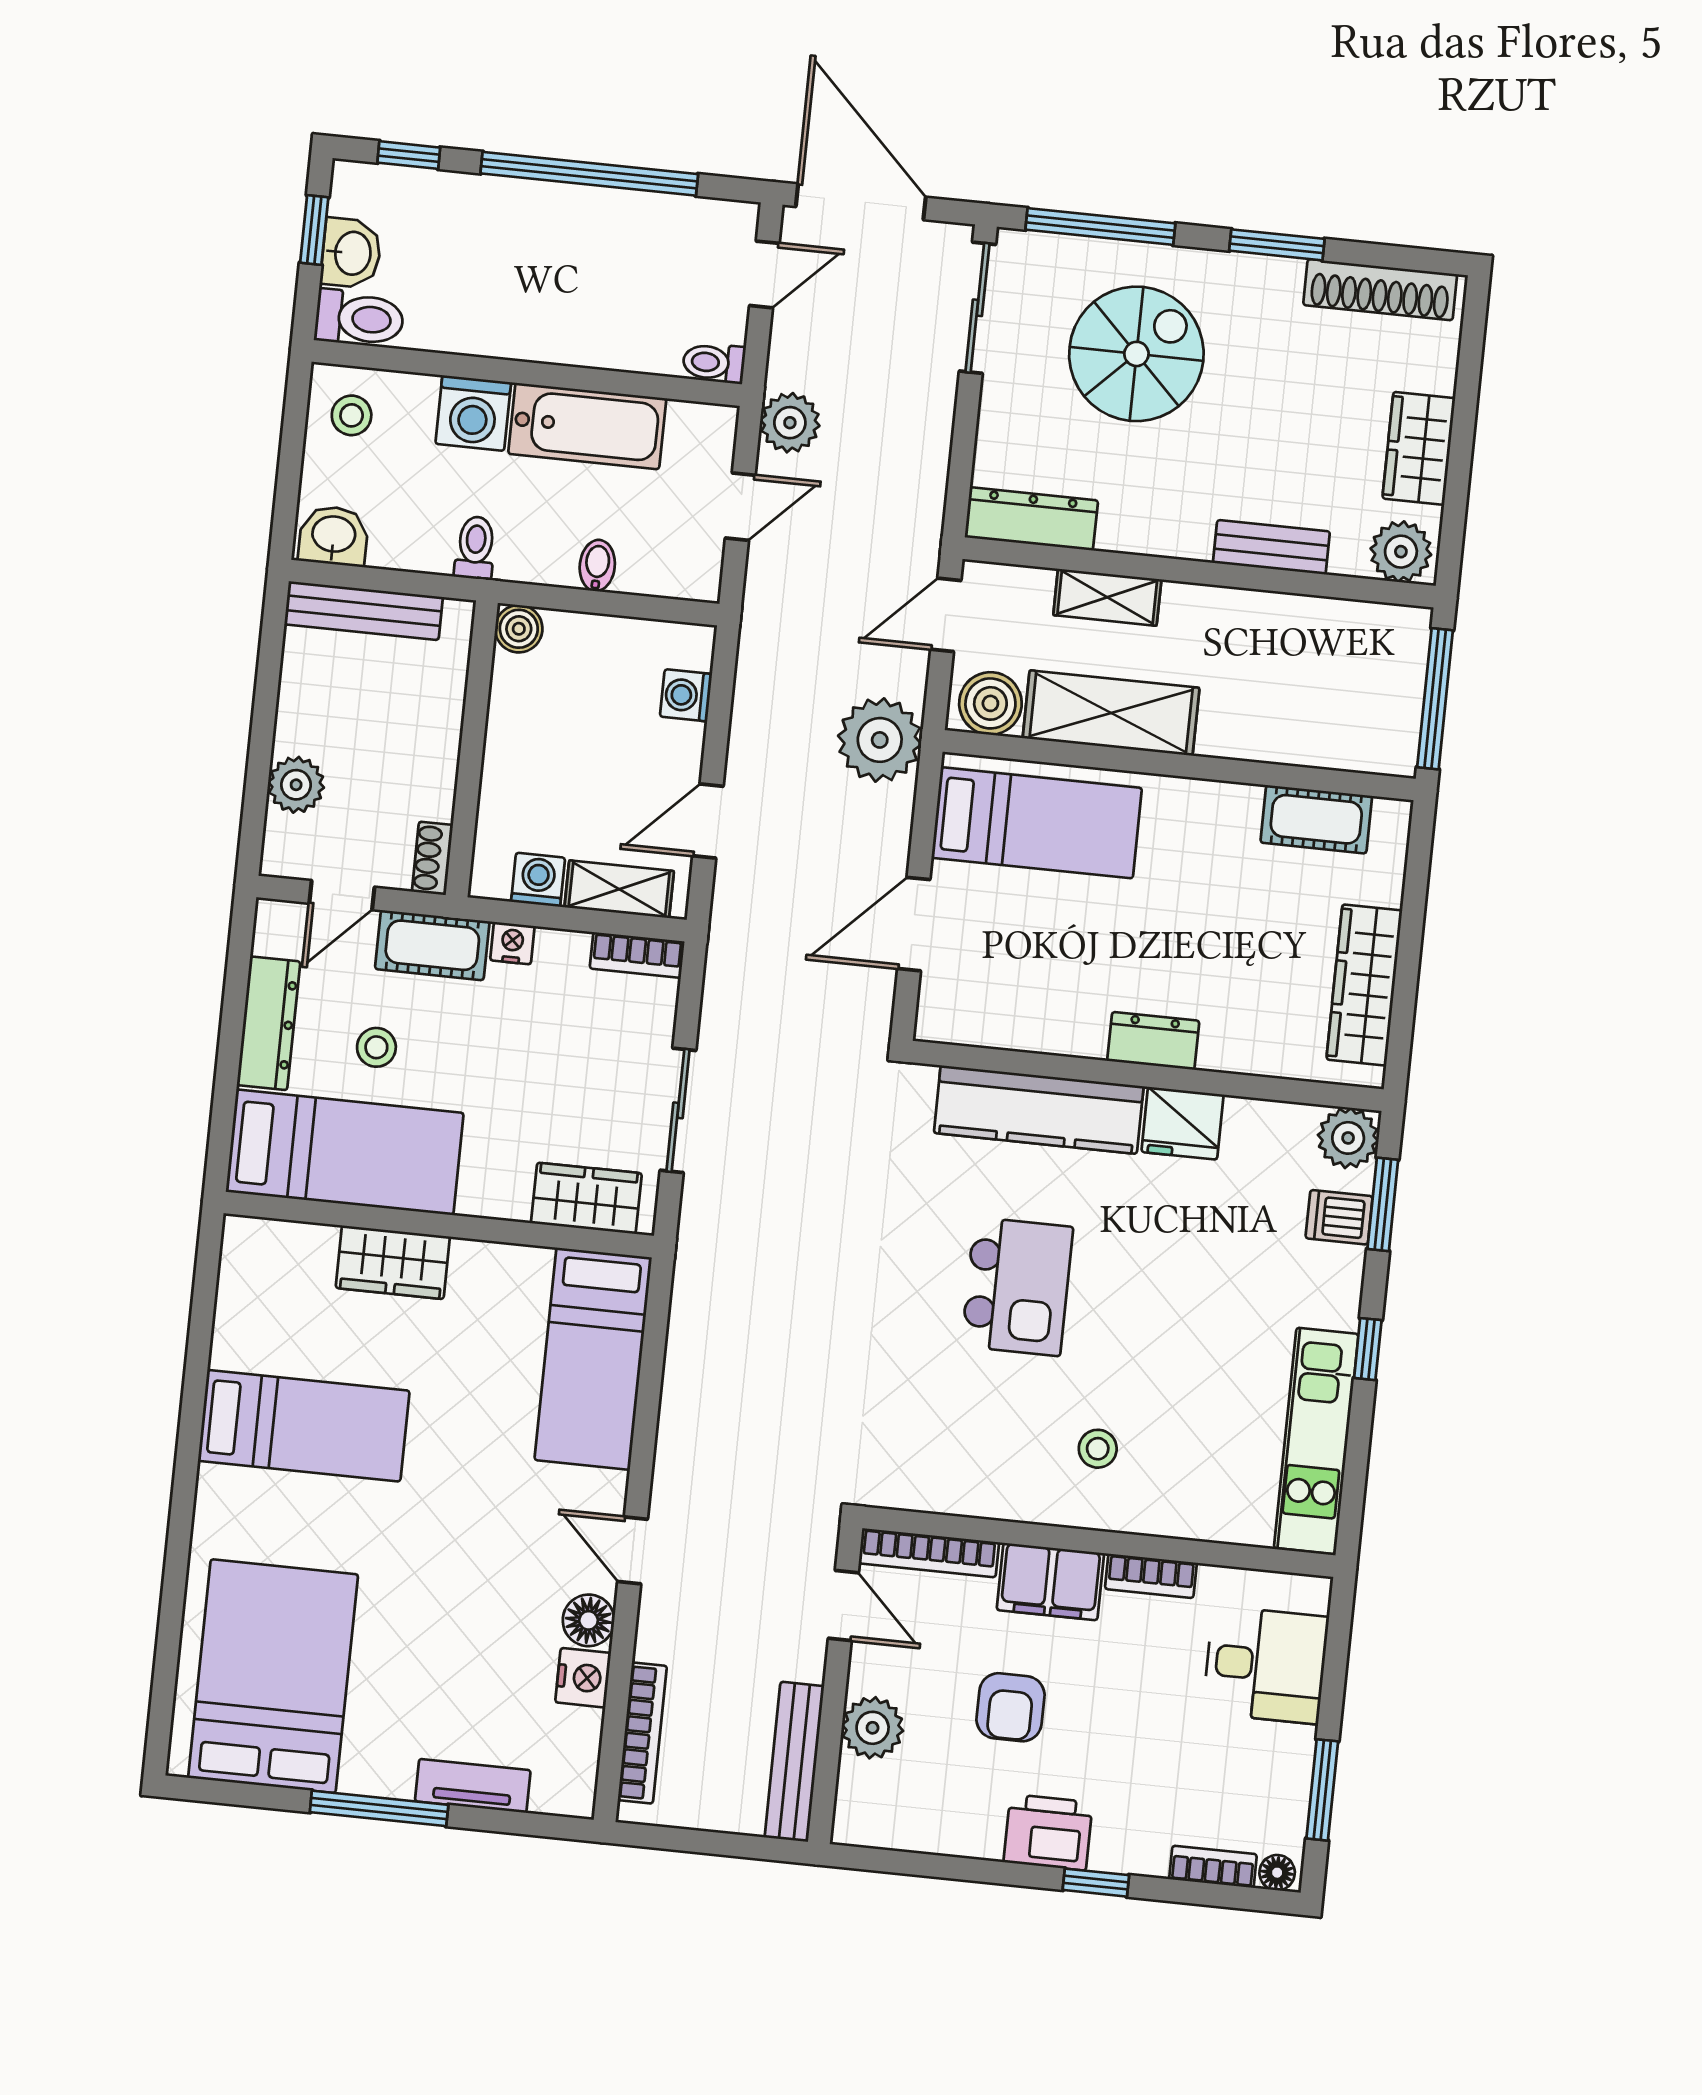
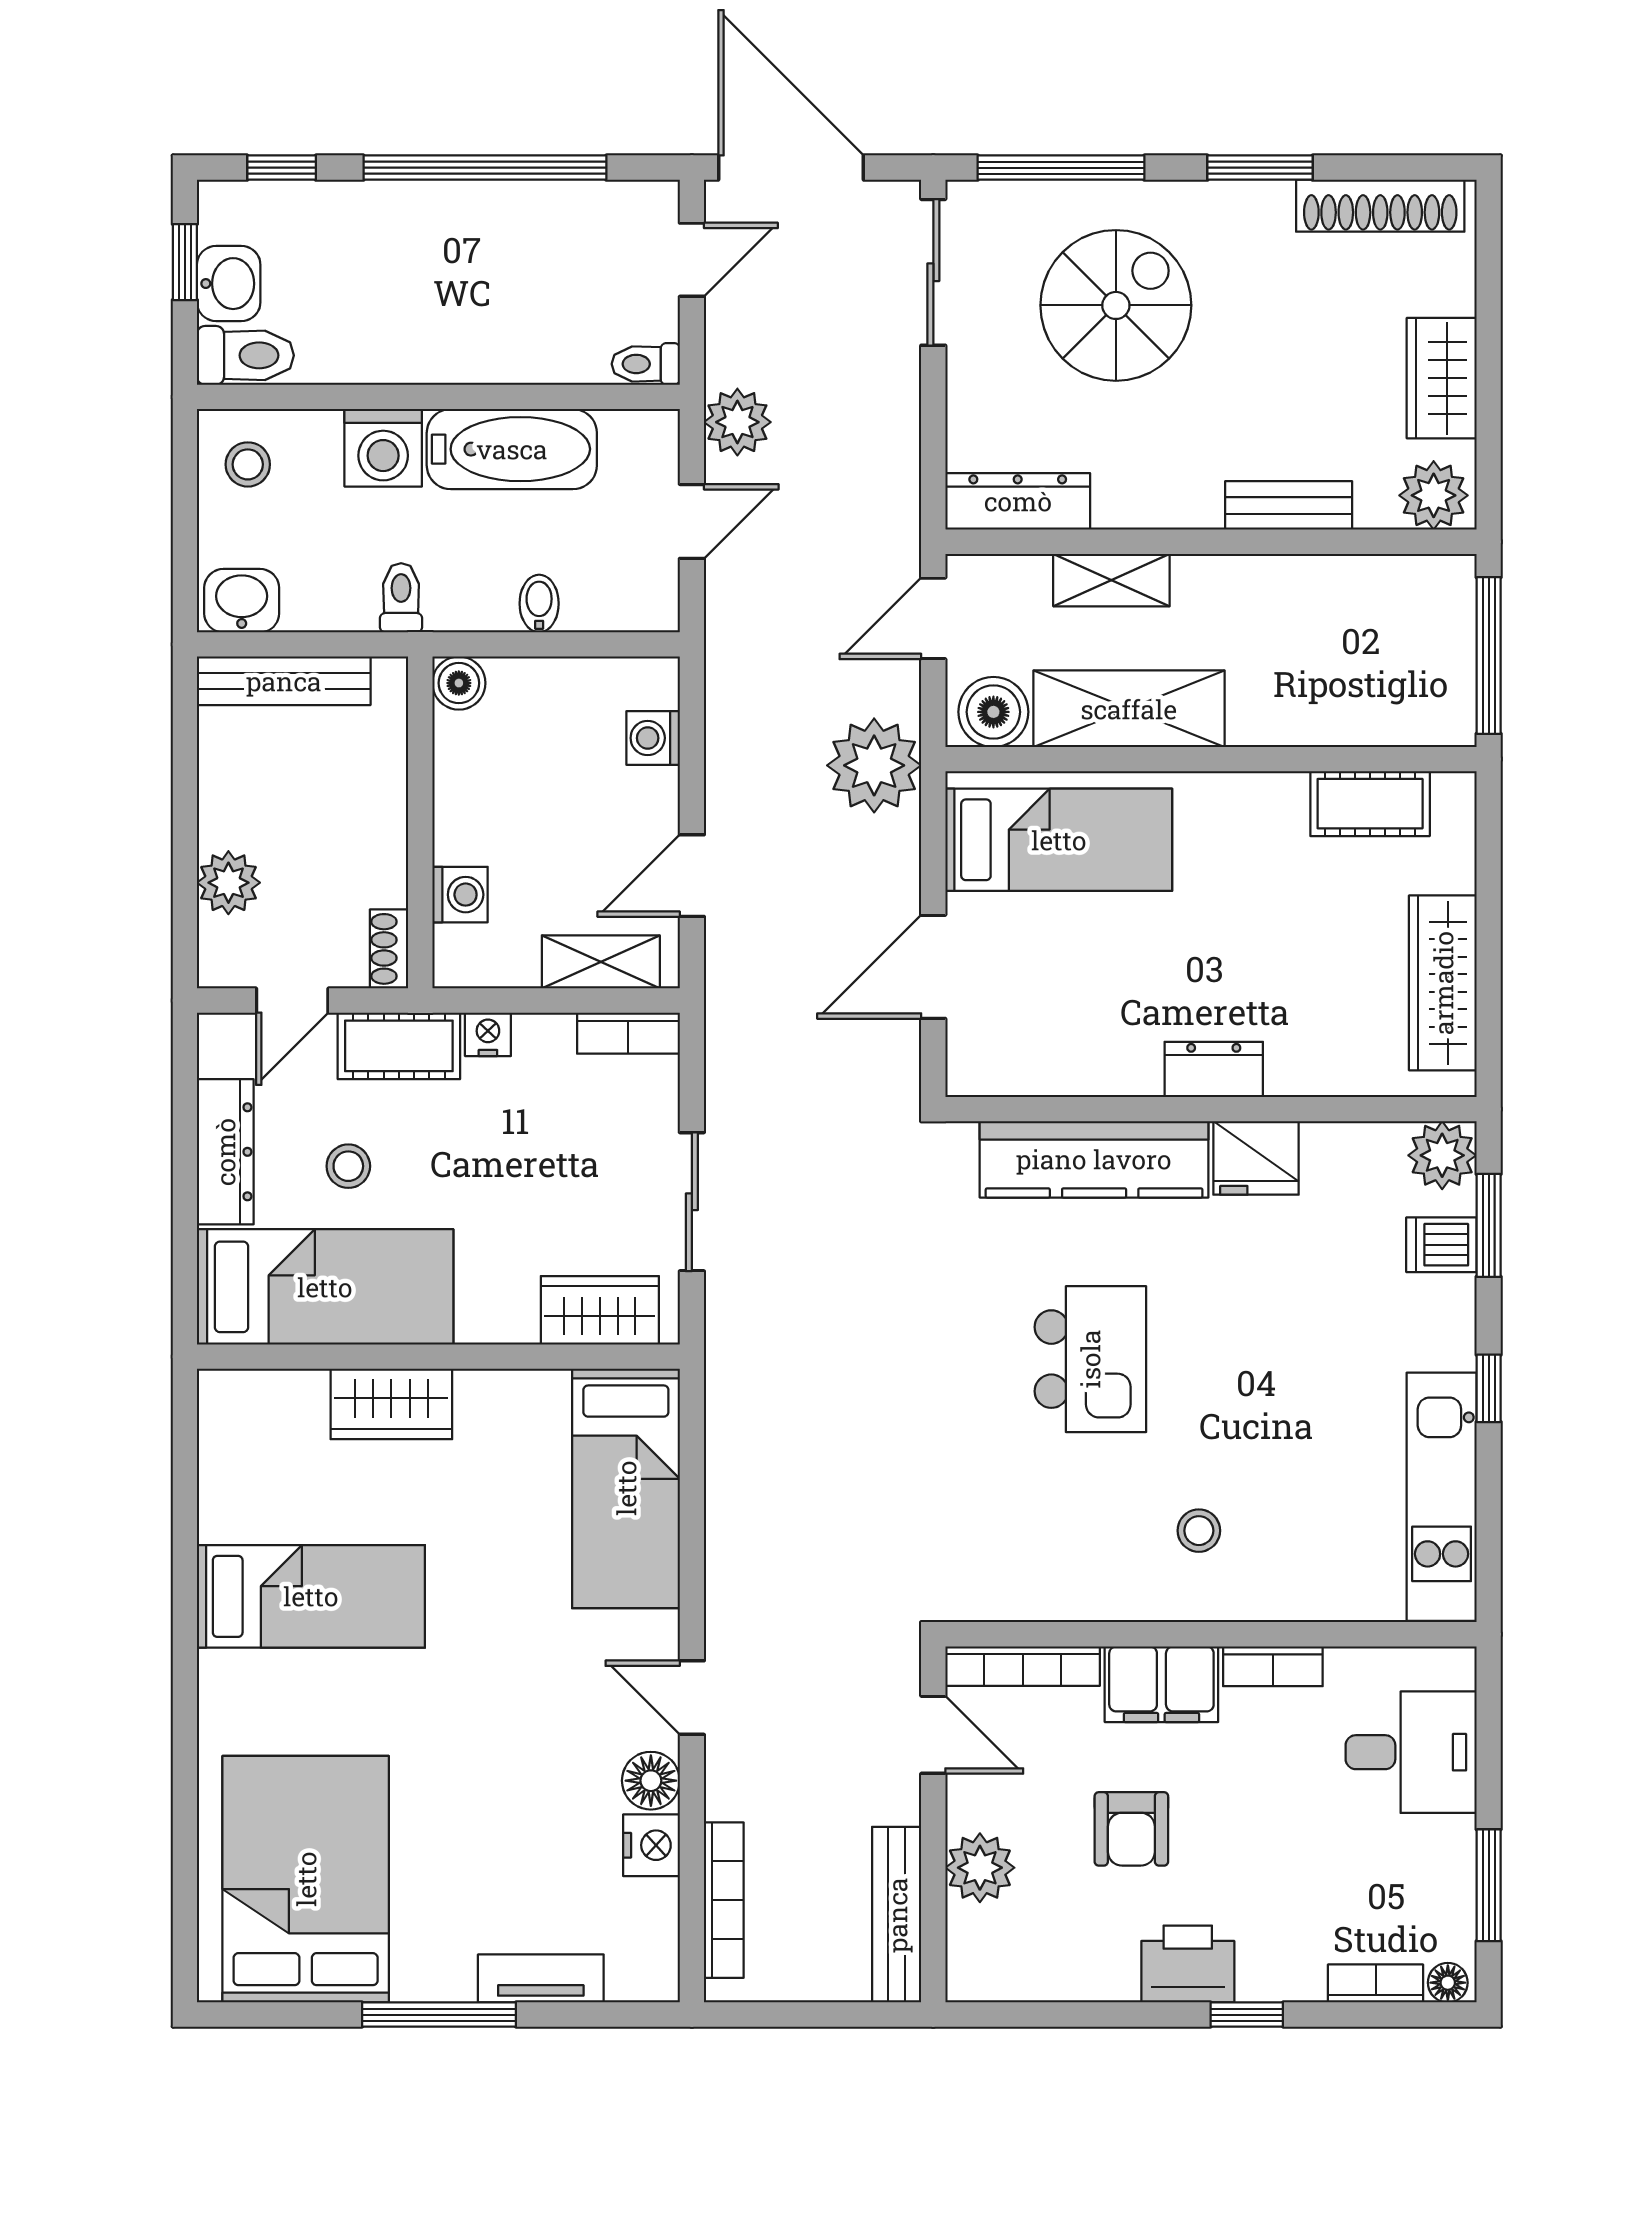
washing machine: (538, 880) -> (460, 895), moved, turned 90

